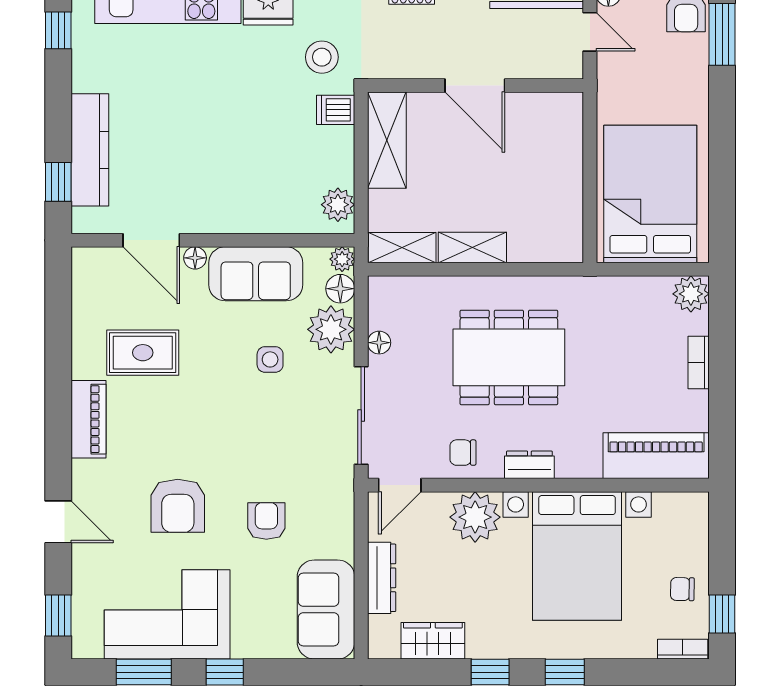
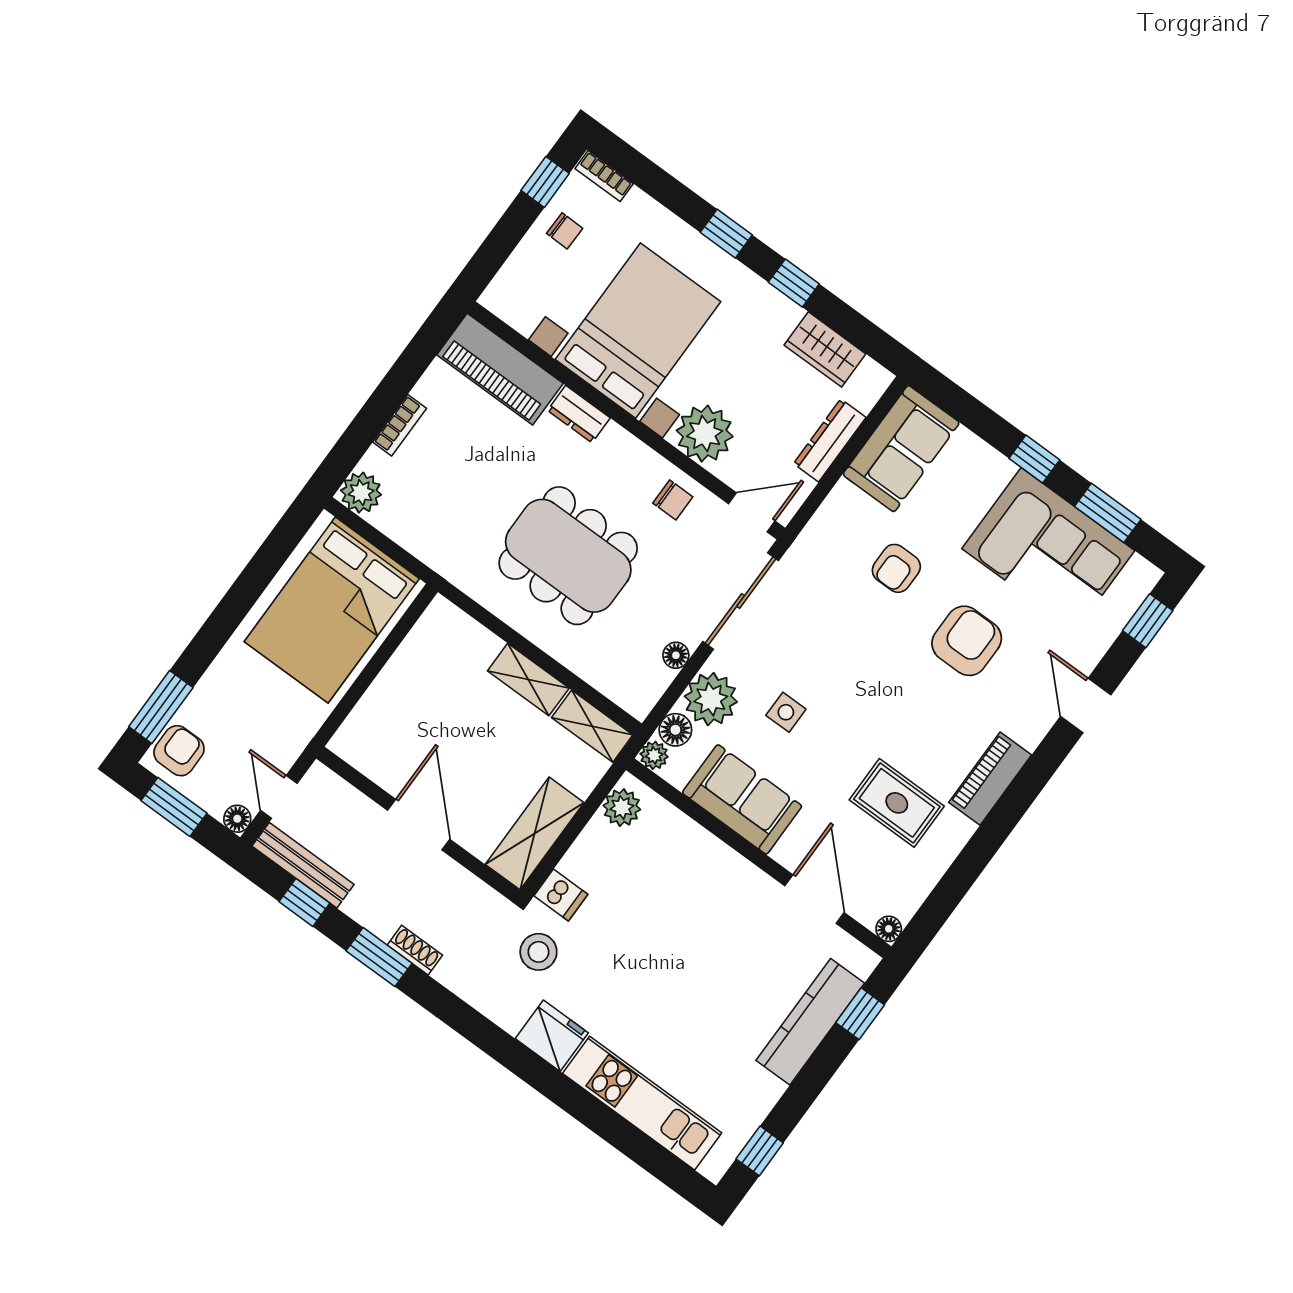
floor lamp: (195, 258) -> (889, 929), moved
dresser: (529, 465) -> (579, 414), moved

